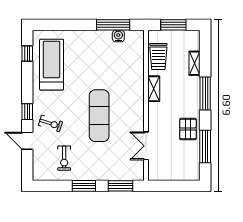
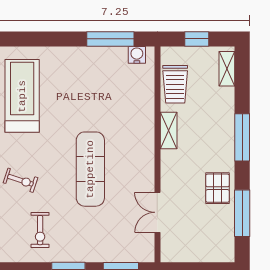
window: (173, 25) -> (197, 39), width x0.67
water cooler: (118, 36) -> (137, 55), moved
shelving: (194, 63) -> (227, 69), moved

